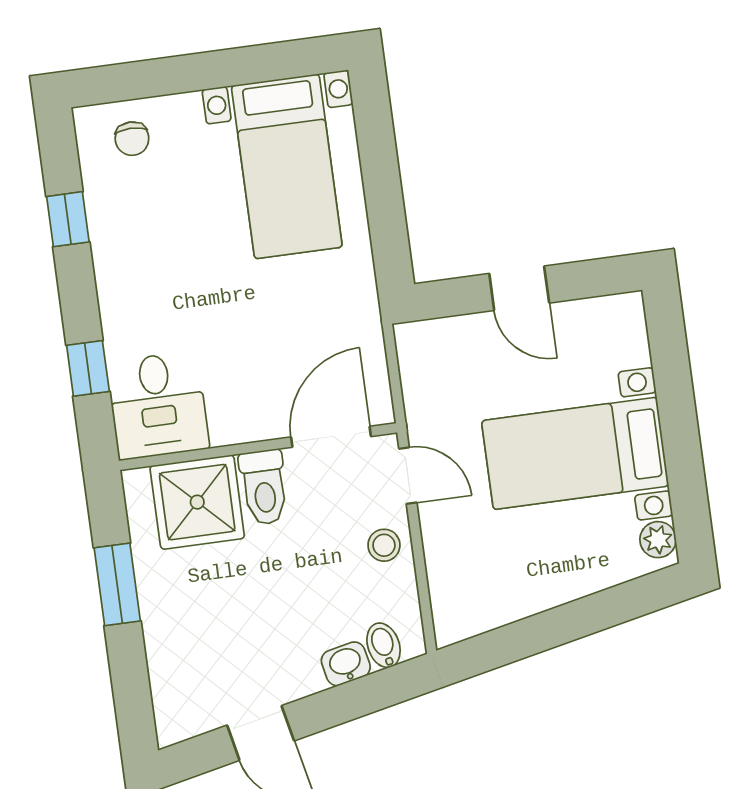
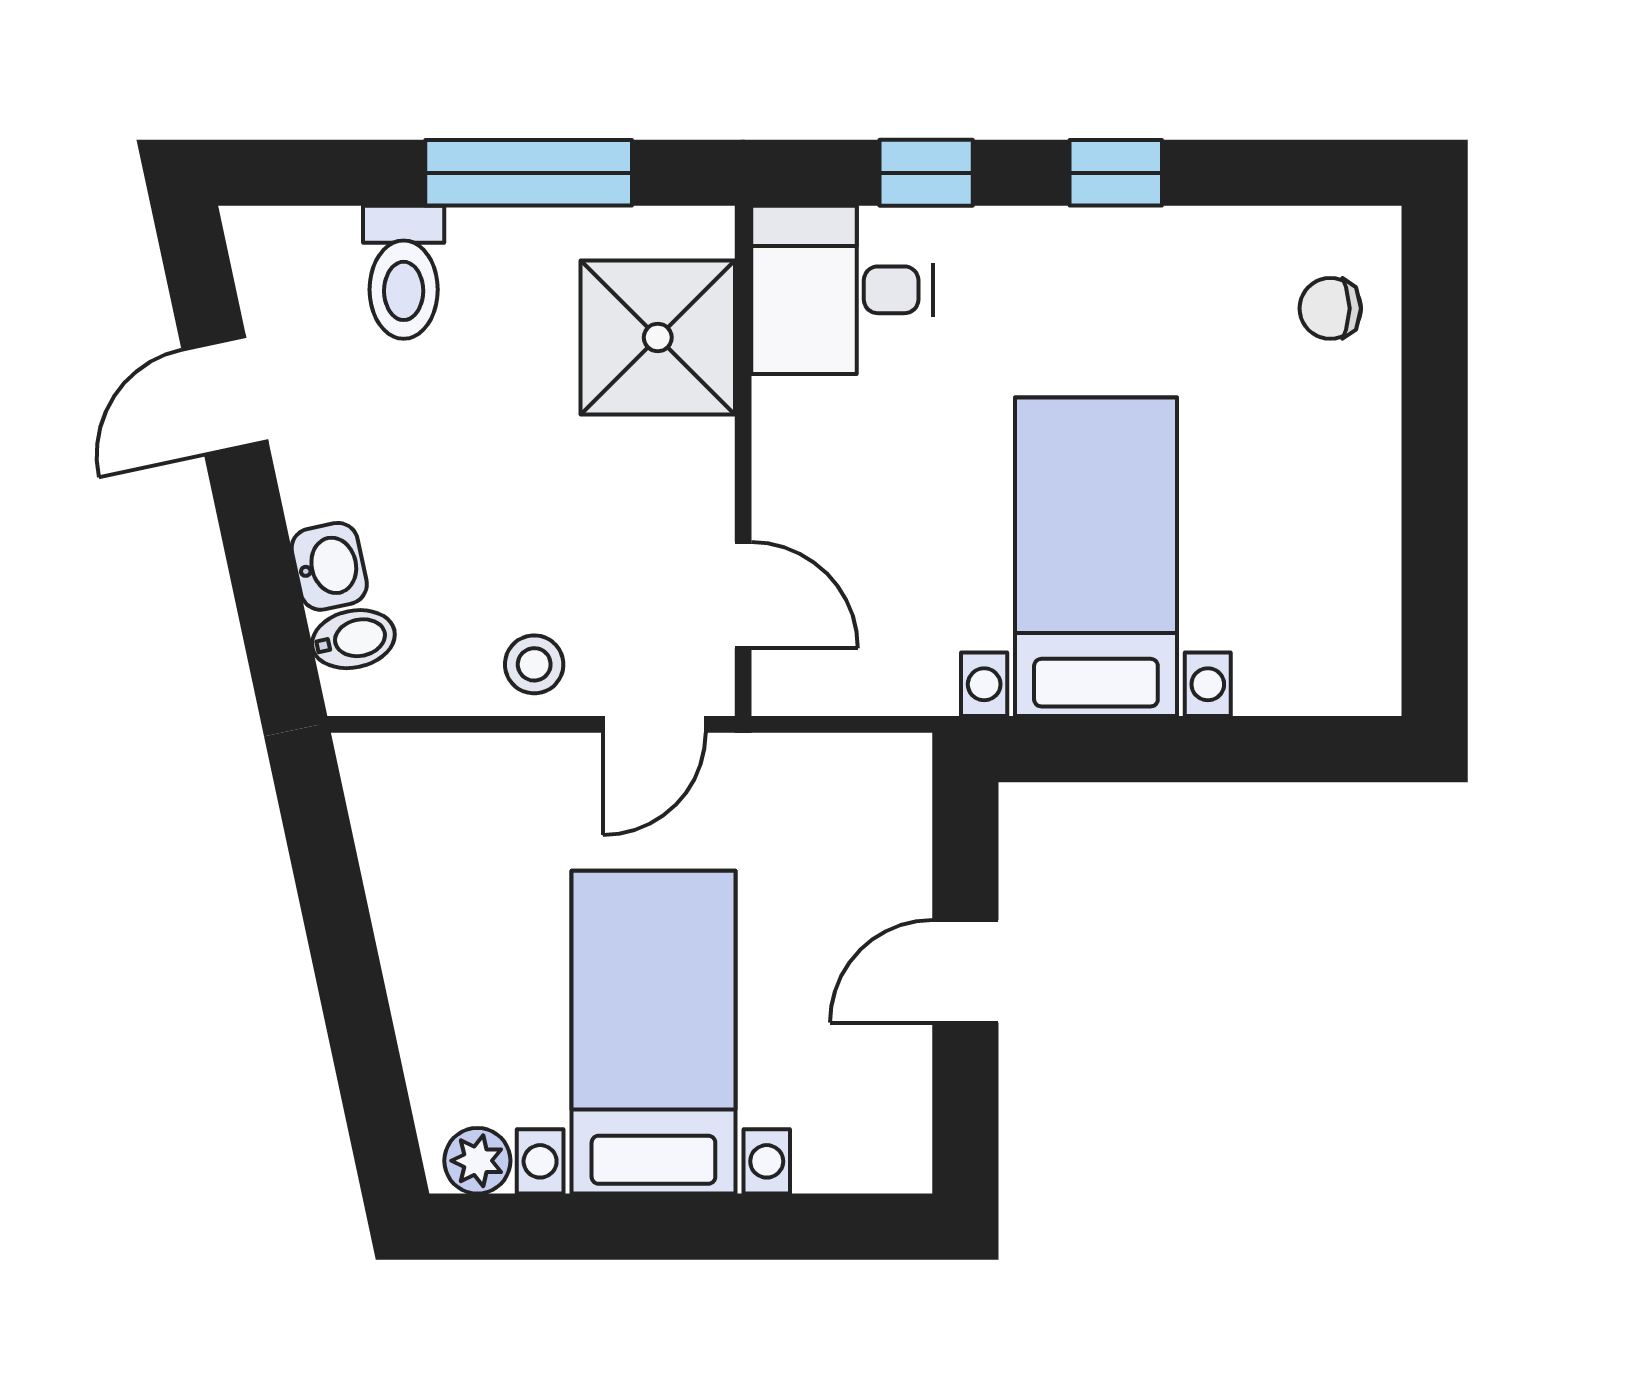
bed with nightstands: (287, 166) -> (1096, 557), moved, turned 90
window: (68, 219) -> (1116, 173), moved
door: (331, 437) -> (743, 595), width x0.73
toilet: (264, 487) -> (404, 272), moved, turned -90
window: (117, 584) -> (529, 173), width x1.44

